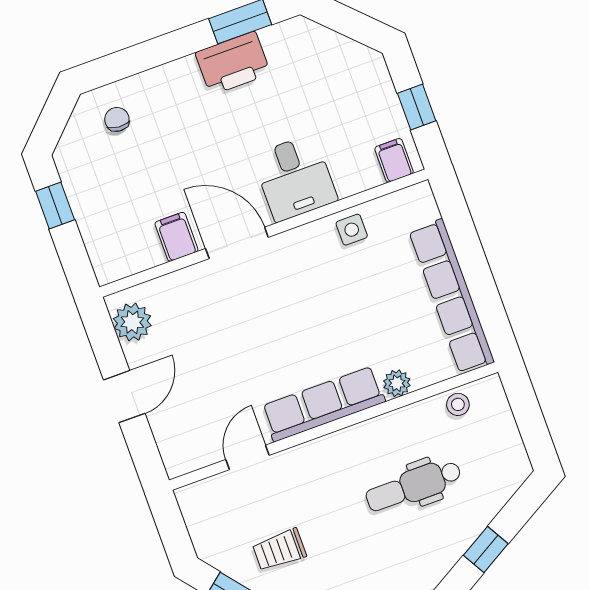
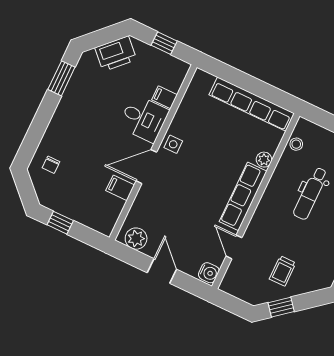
printer: (233, 63) -> (116, 54), moved, turned 45
chair: (117, 119) -> (51, 165), turned -94
filing cabinet: (394, 160) -> (165, 97), moved
side table: (352, 230) -> (173, 144), moved
water cooler: (182, 458) -> (209, 273), added

